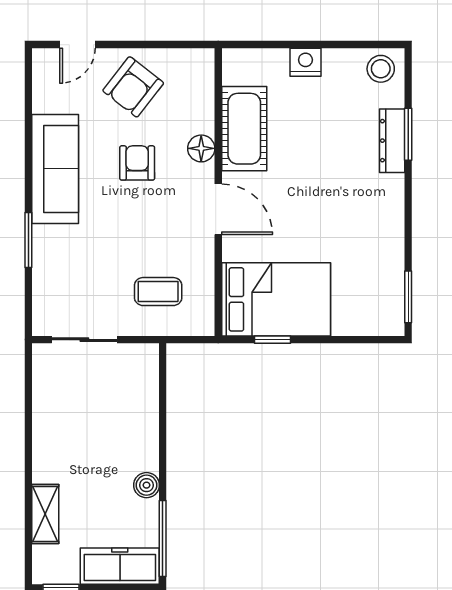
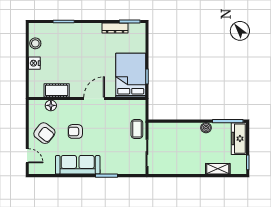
stool: (381, 69) -> (35, 43), moved
cot: (244, 129) -> (57, 90), width x0.73, depth x0.75
dresser: (392, 141) -> (115, 28), moved
floor lamp: (201, 148) -> (51, 105), moved
coffee table: (158, 292) -> (137, 129), moved

